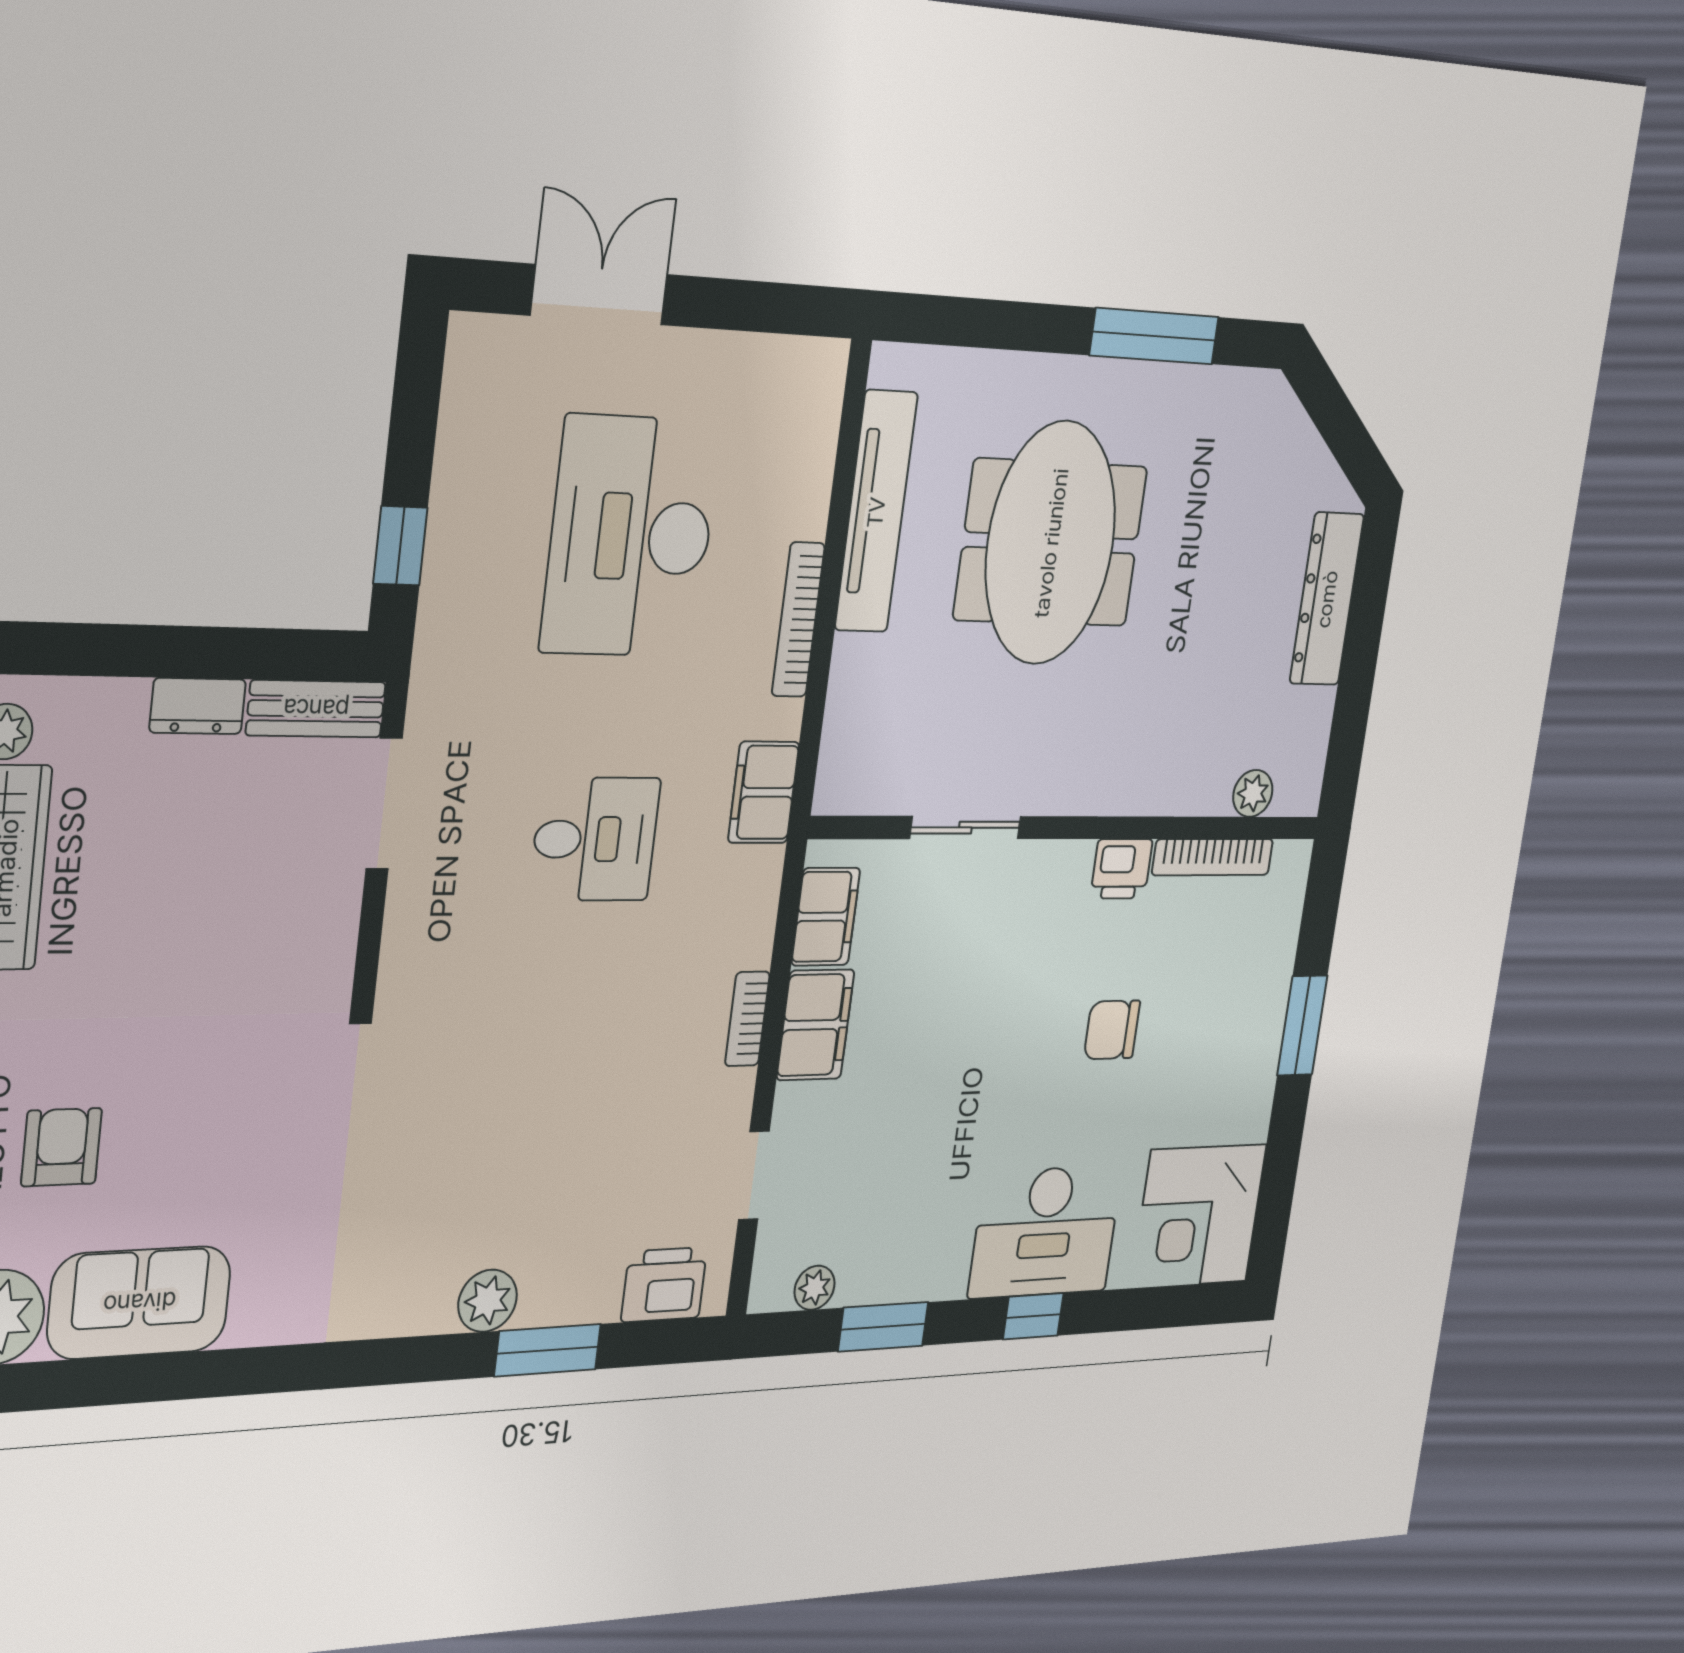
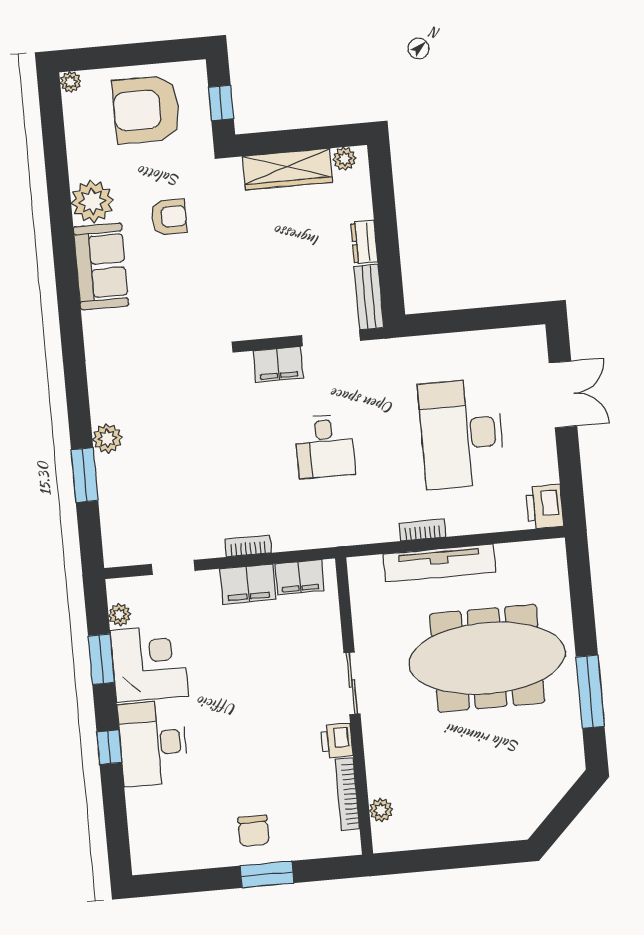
tv unit: (876, 512) -> (439, 563), moved
desk: (631, 537) -> (461, 434), turned -90
meeting table: (1051, 543) -> (487, 658), width x1.36
window: (400, 546) -> (443, 322), removed
dresser: (1327, 599) -> (481, 829), removed
bookcase: (798, 620) -> (422, 530), width x0.64
filing cabinet: (764, 792) -> (278, 364), moved, turned 180
sliding door: (965, 828) -> (352, 683), moved
chair: (1112, 1030) -> (253, 831), moved, turned 180
corner desk: (1199, 1216) -> (149, 663), moved, turned 90
printer: (664, 1285) -> (545, 507), moved, turned 180

